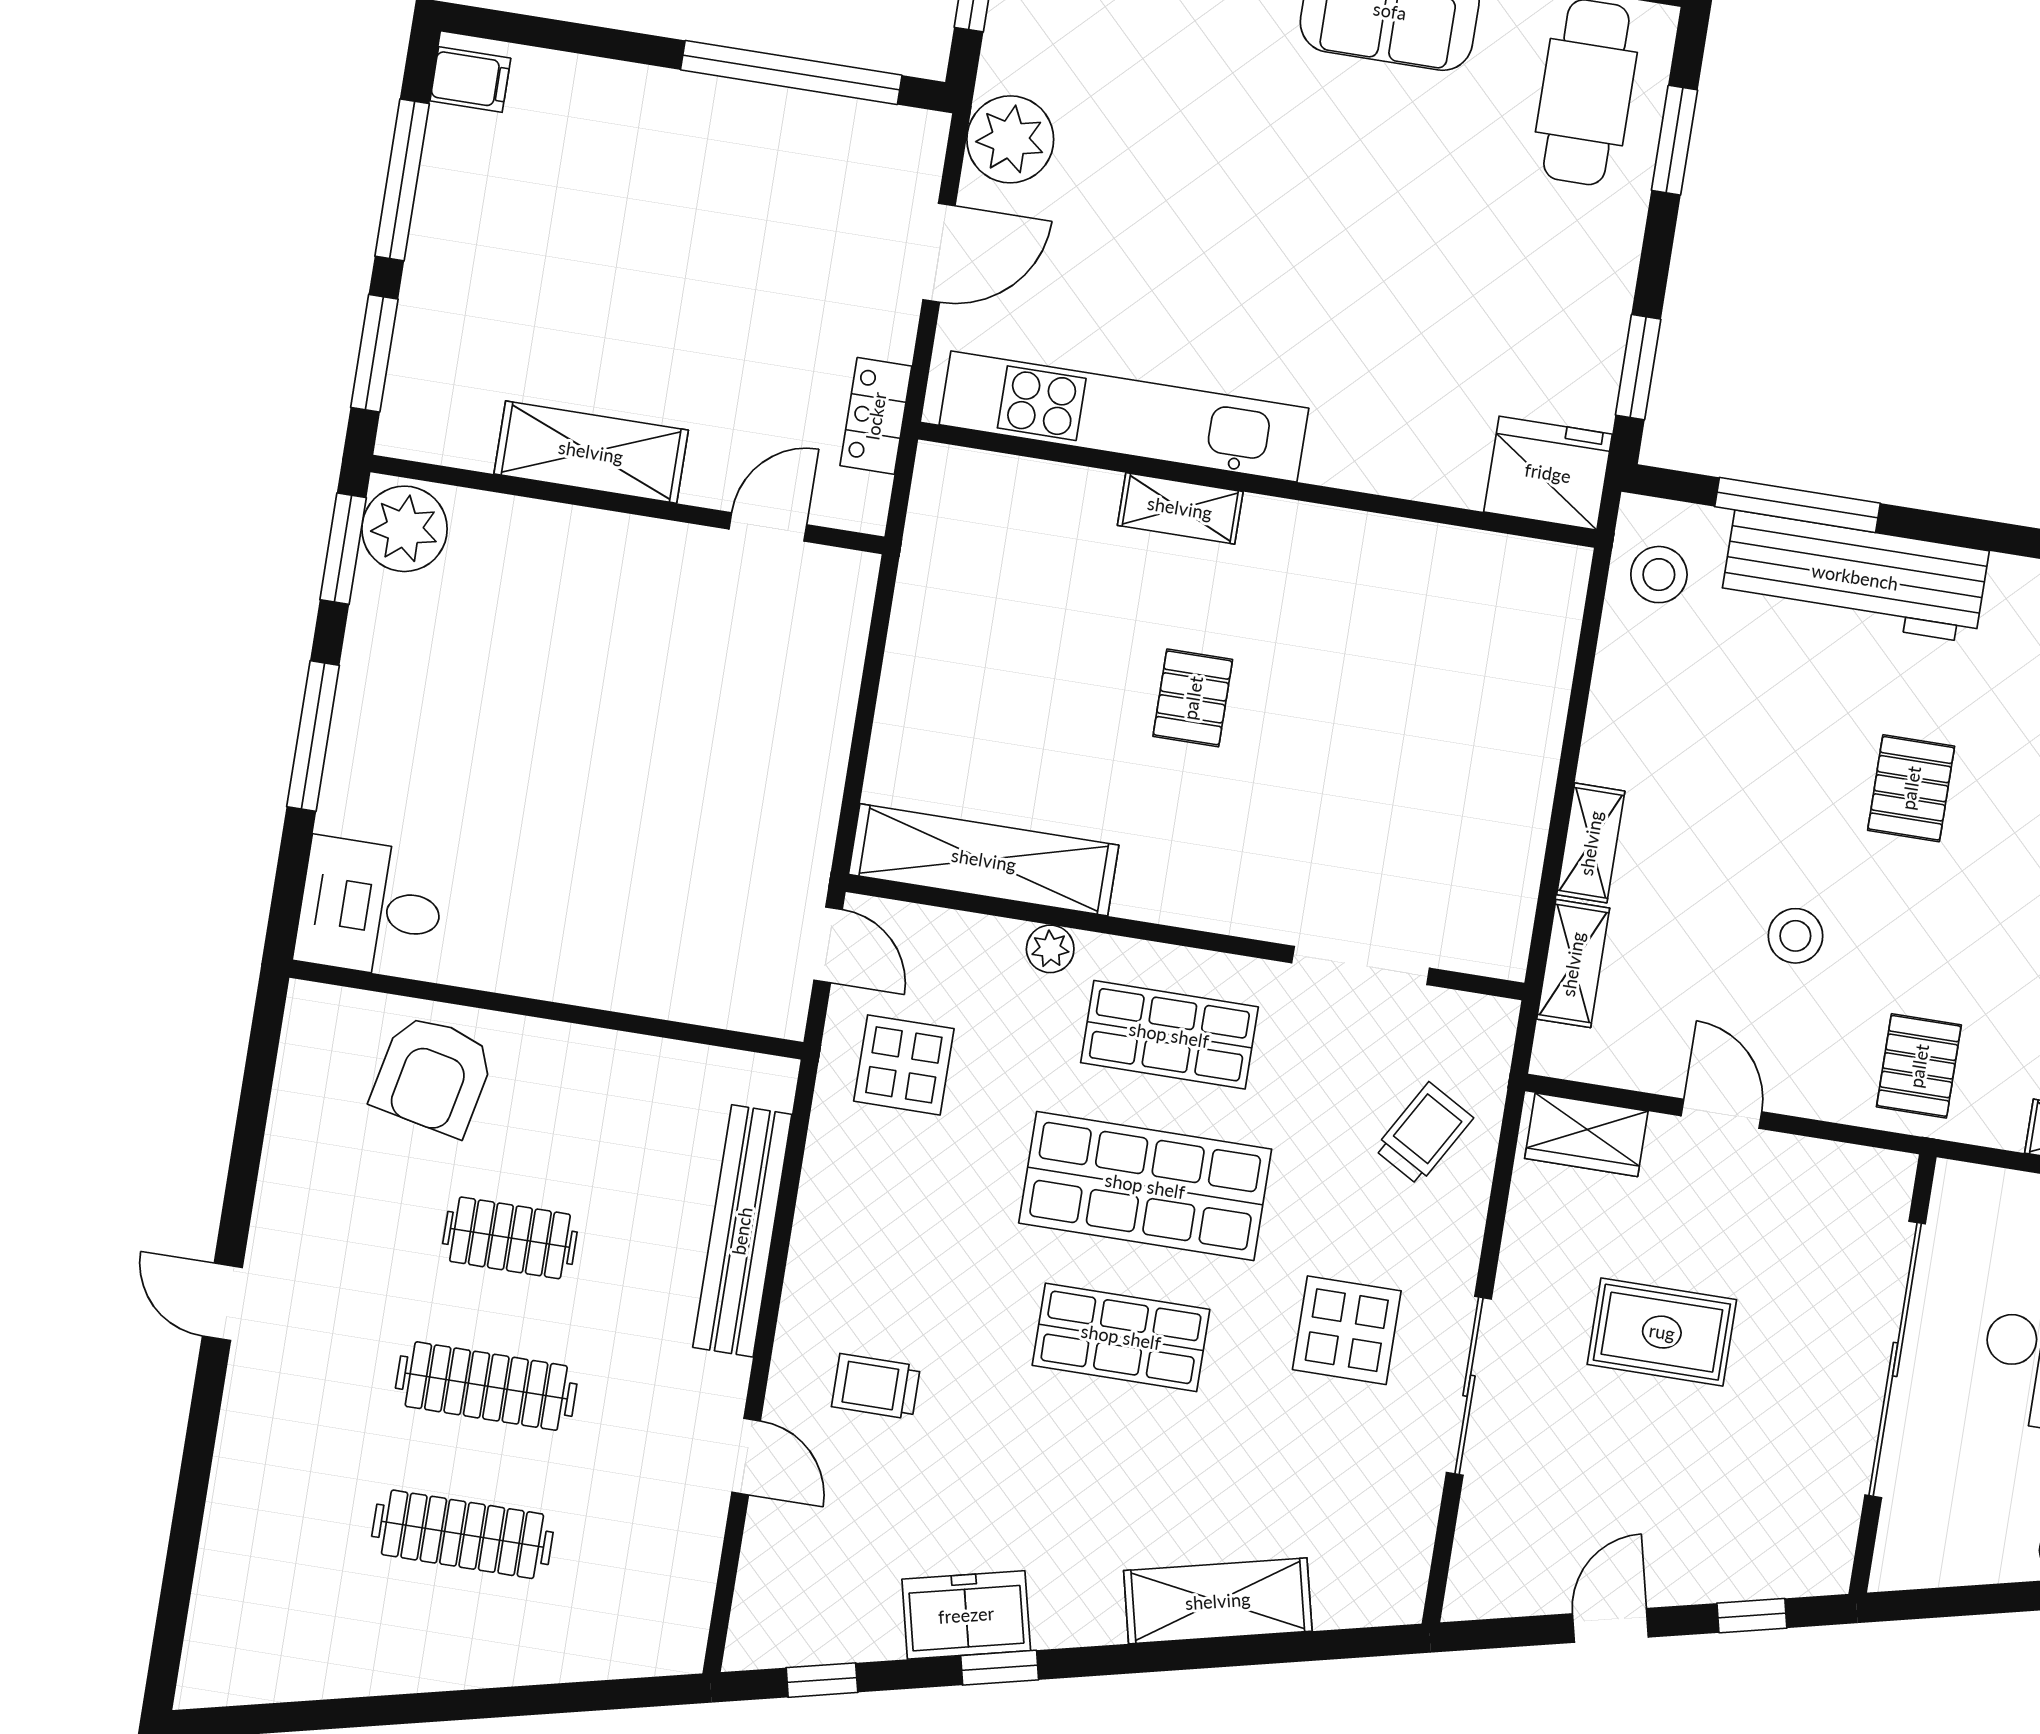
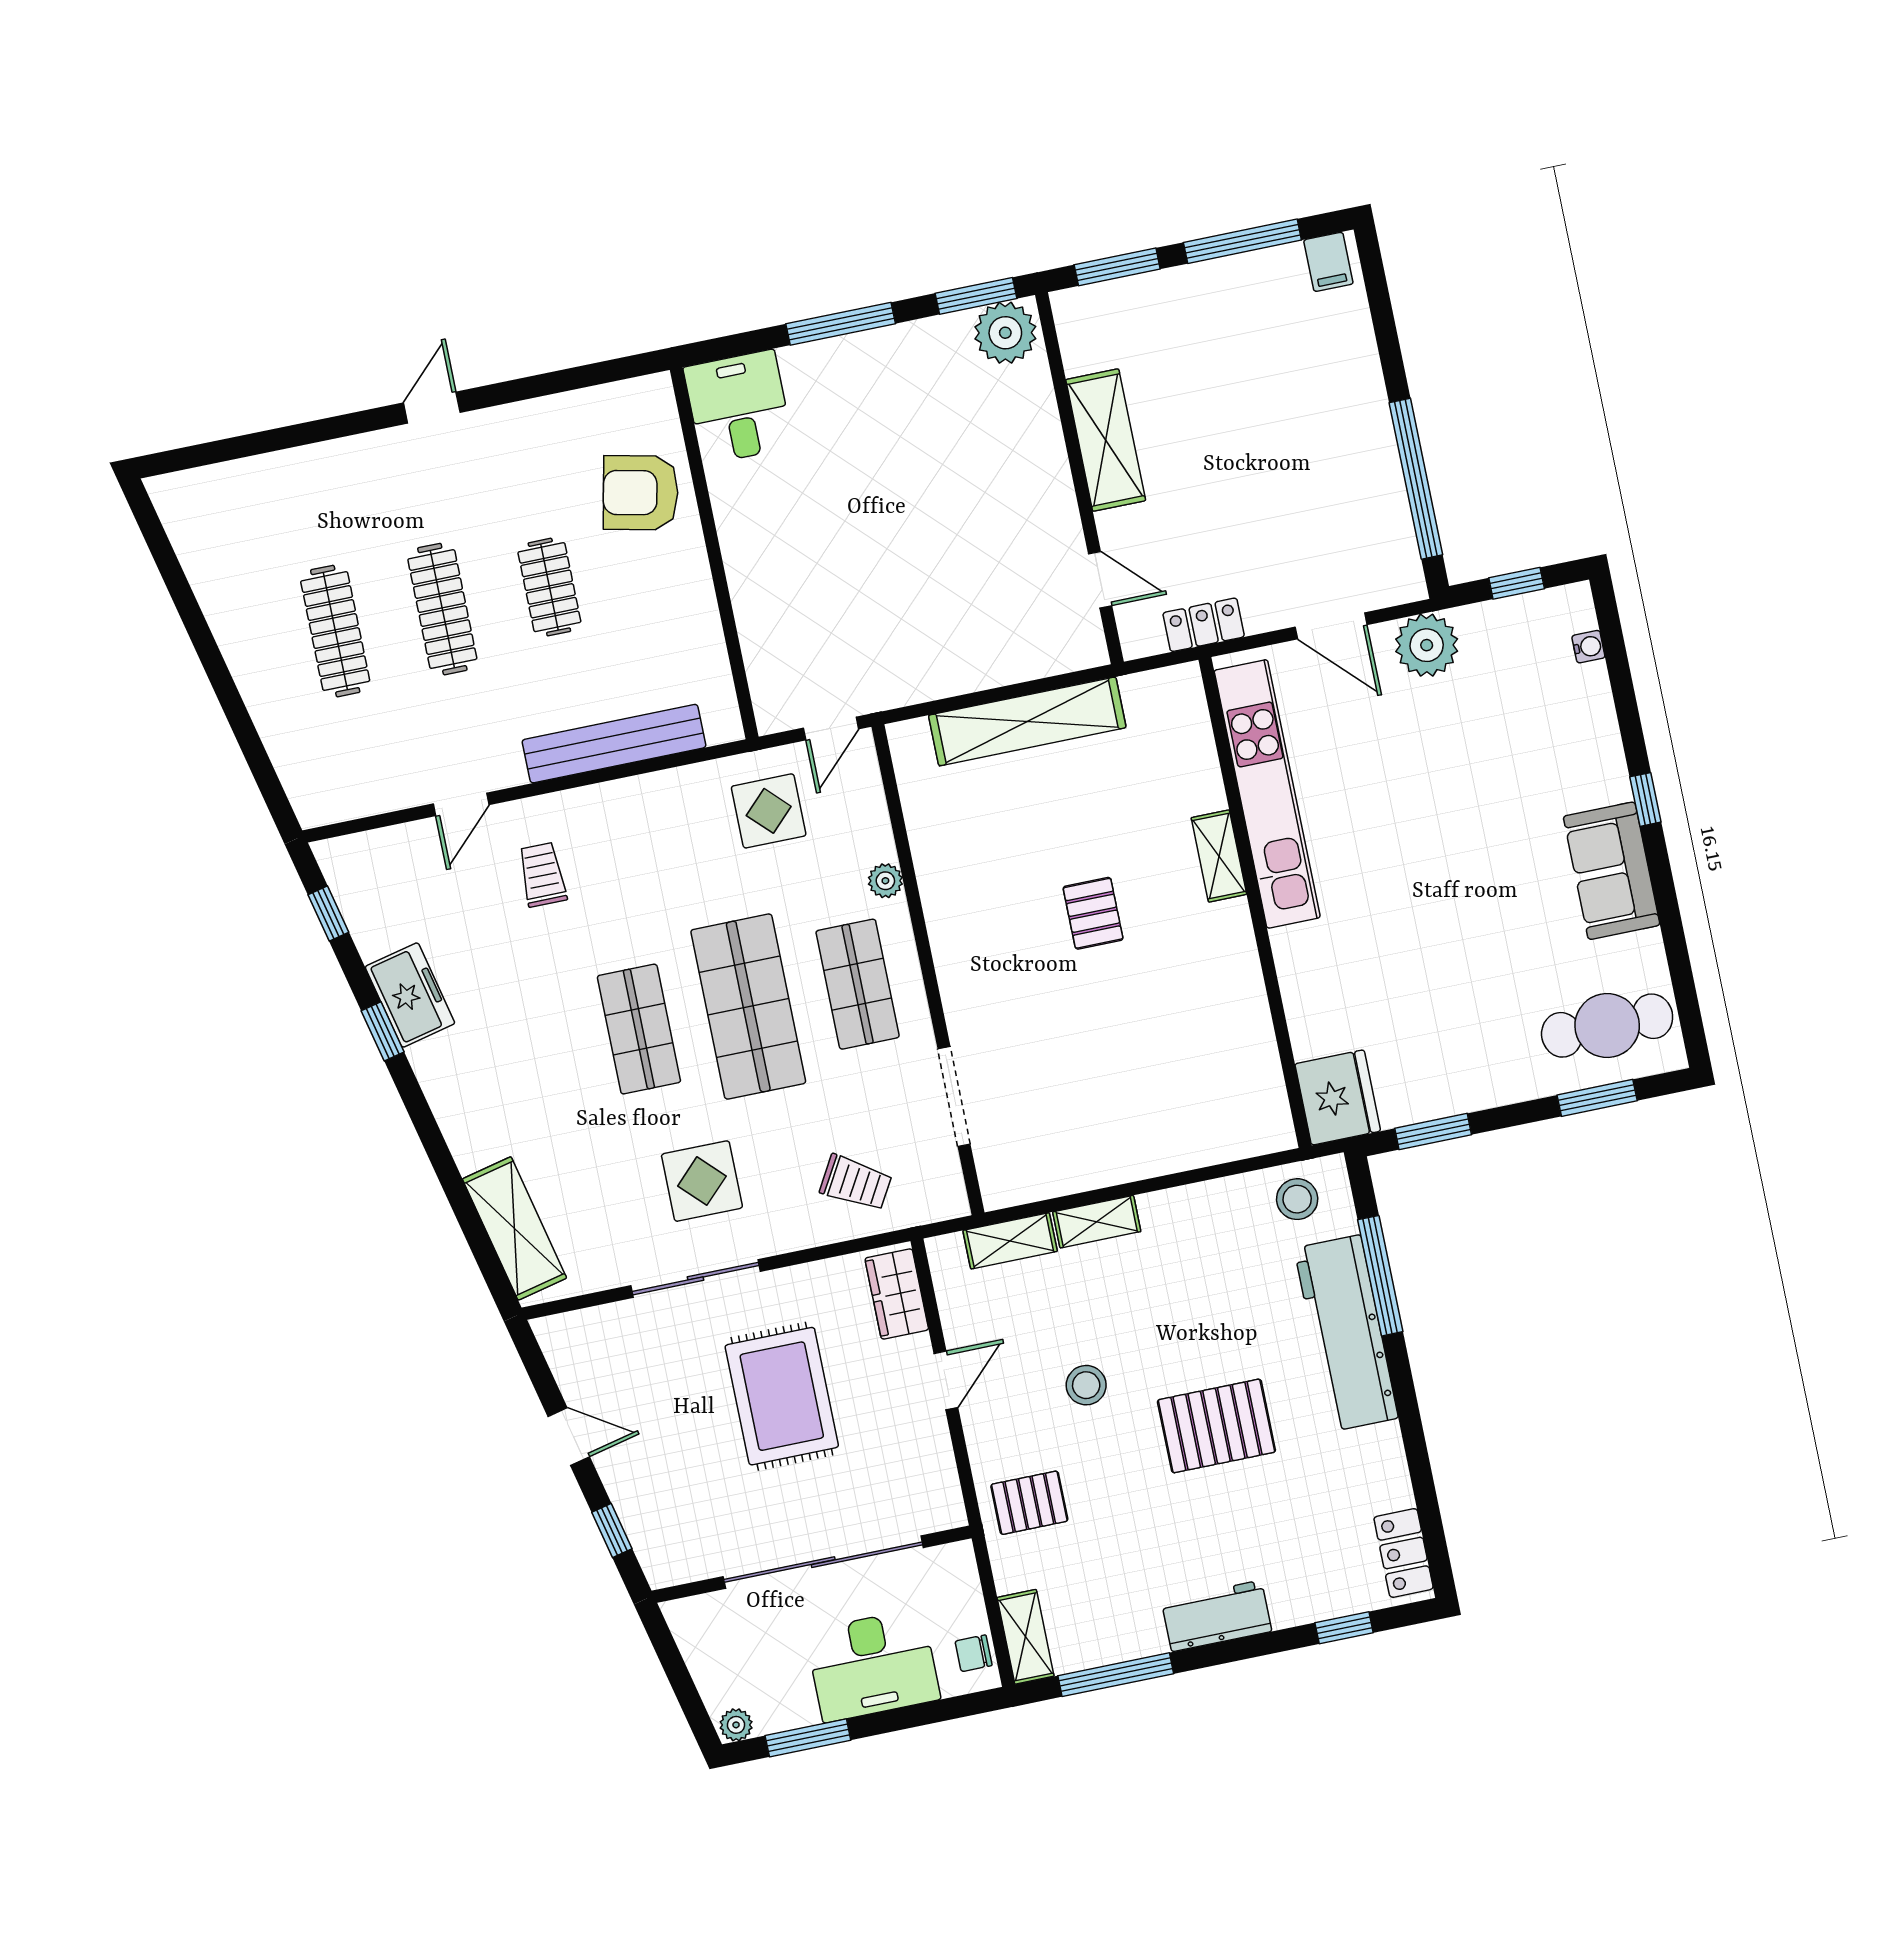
pallet: (1193, 698) -> (1093, 913), turned 90
pallet: (1911, 788) -> (1216, 1426), width x1.50, depth x1.42
shelving: (984, 860) -> (1027, 721), moved, turned 90
rug: (1662, 1332) -> (782, 1396), width x1.36, depth x1.43
shelving: (1218, 1601) -> (514, 1228), moved

